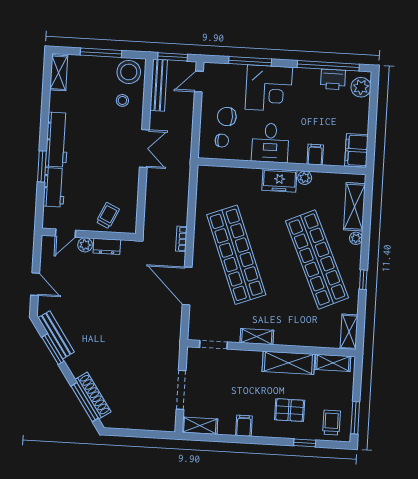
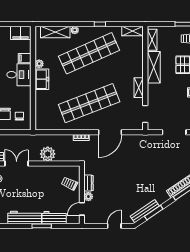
desk: (270, 143) -> (19, 75), moved
double door: (144, 148) -> (17, 163), moved
plant: (158, 183) -> (48, 154), added
door: (65, 233) -> (82, 209), swing flipped

